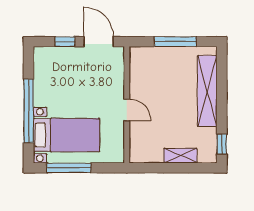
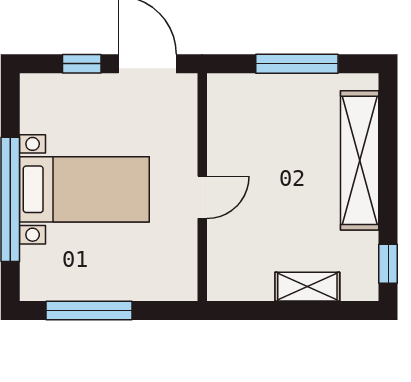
door: (127, 110) -> (202, 197), hinge flipped
bed with nightstands: (66, 135) -> (84, 189), moved

